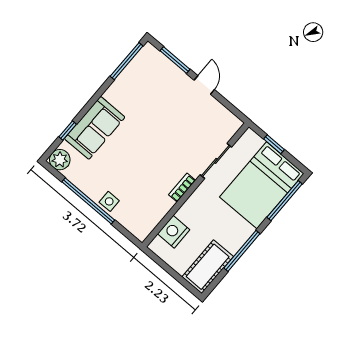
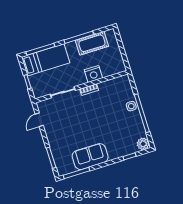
door: (204, 85) -> (39, 120), moved
sofa: (95, 128) -> (90, 157), moved
bed: (262, 185) -> (46, 60), width x0.67
nightstand: (174, 232) -> (93, 74), moved
cot: (208, 267) -> (92, 43), moved

